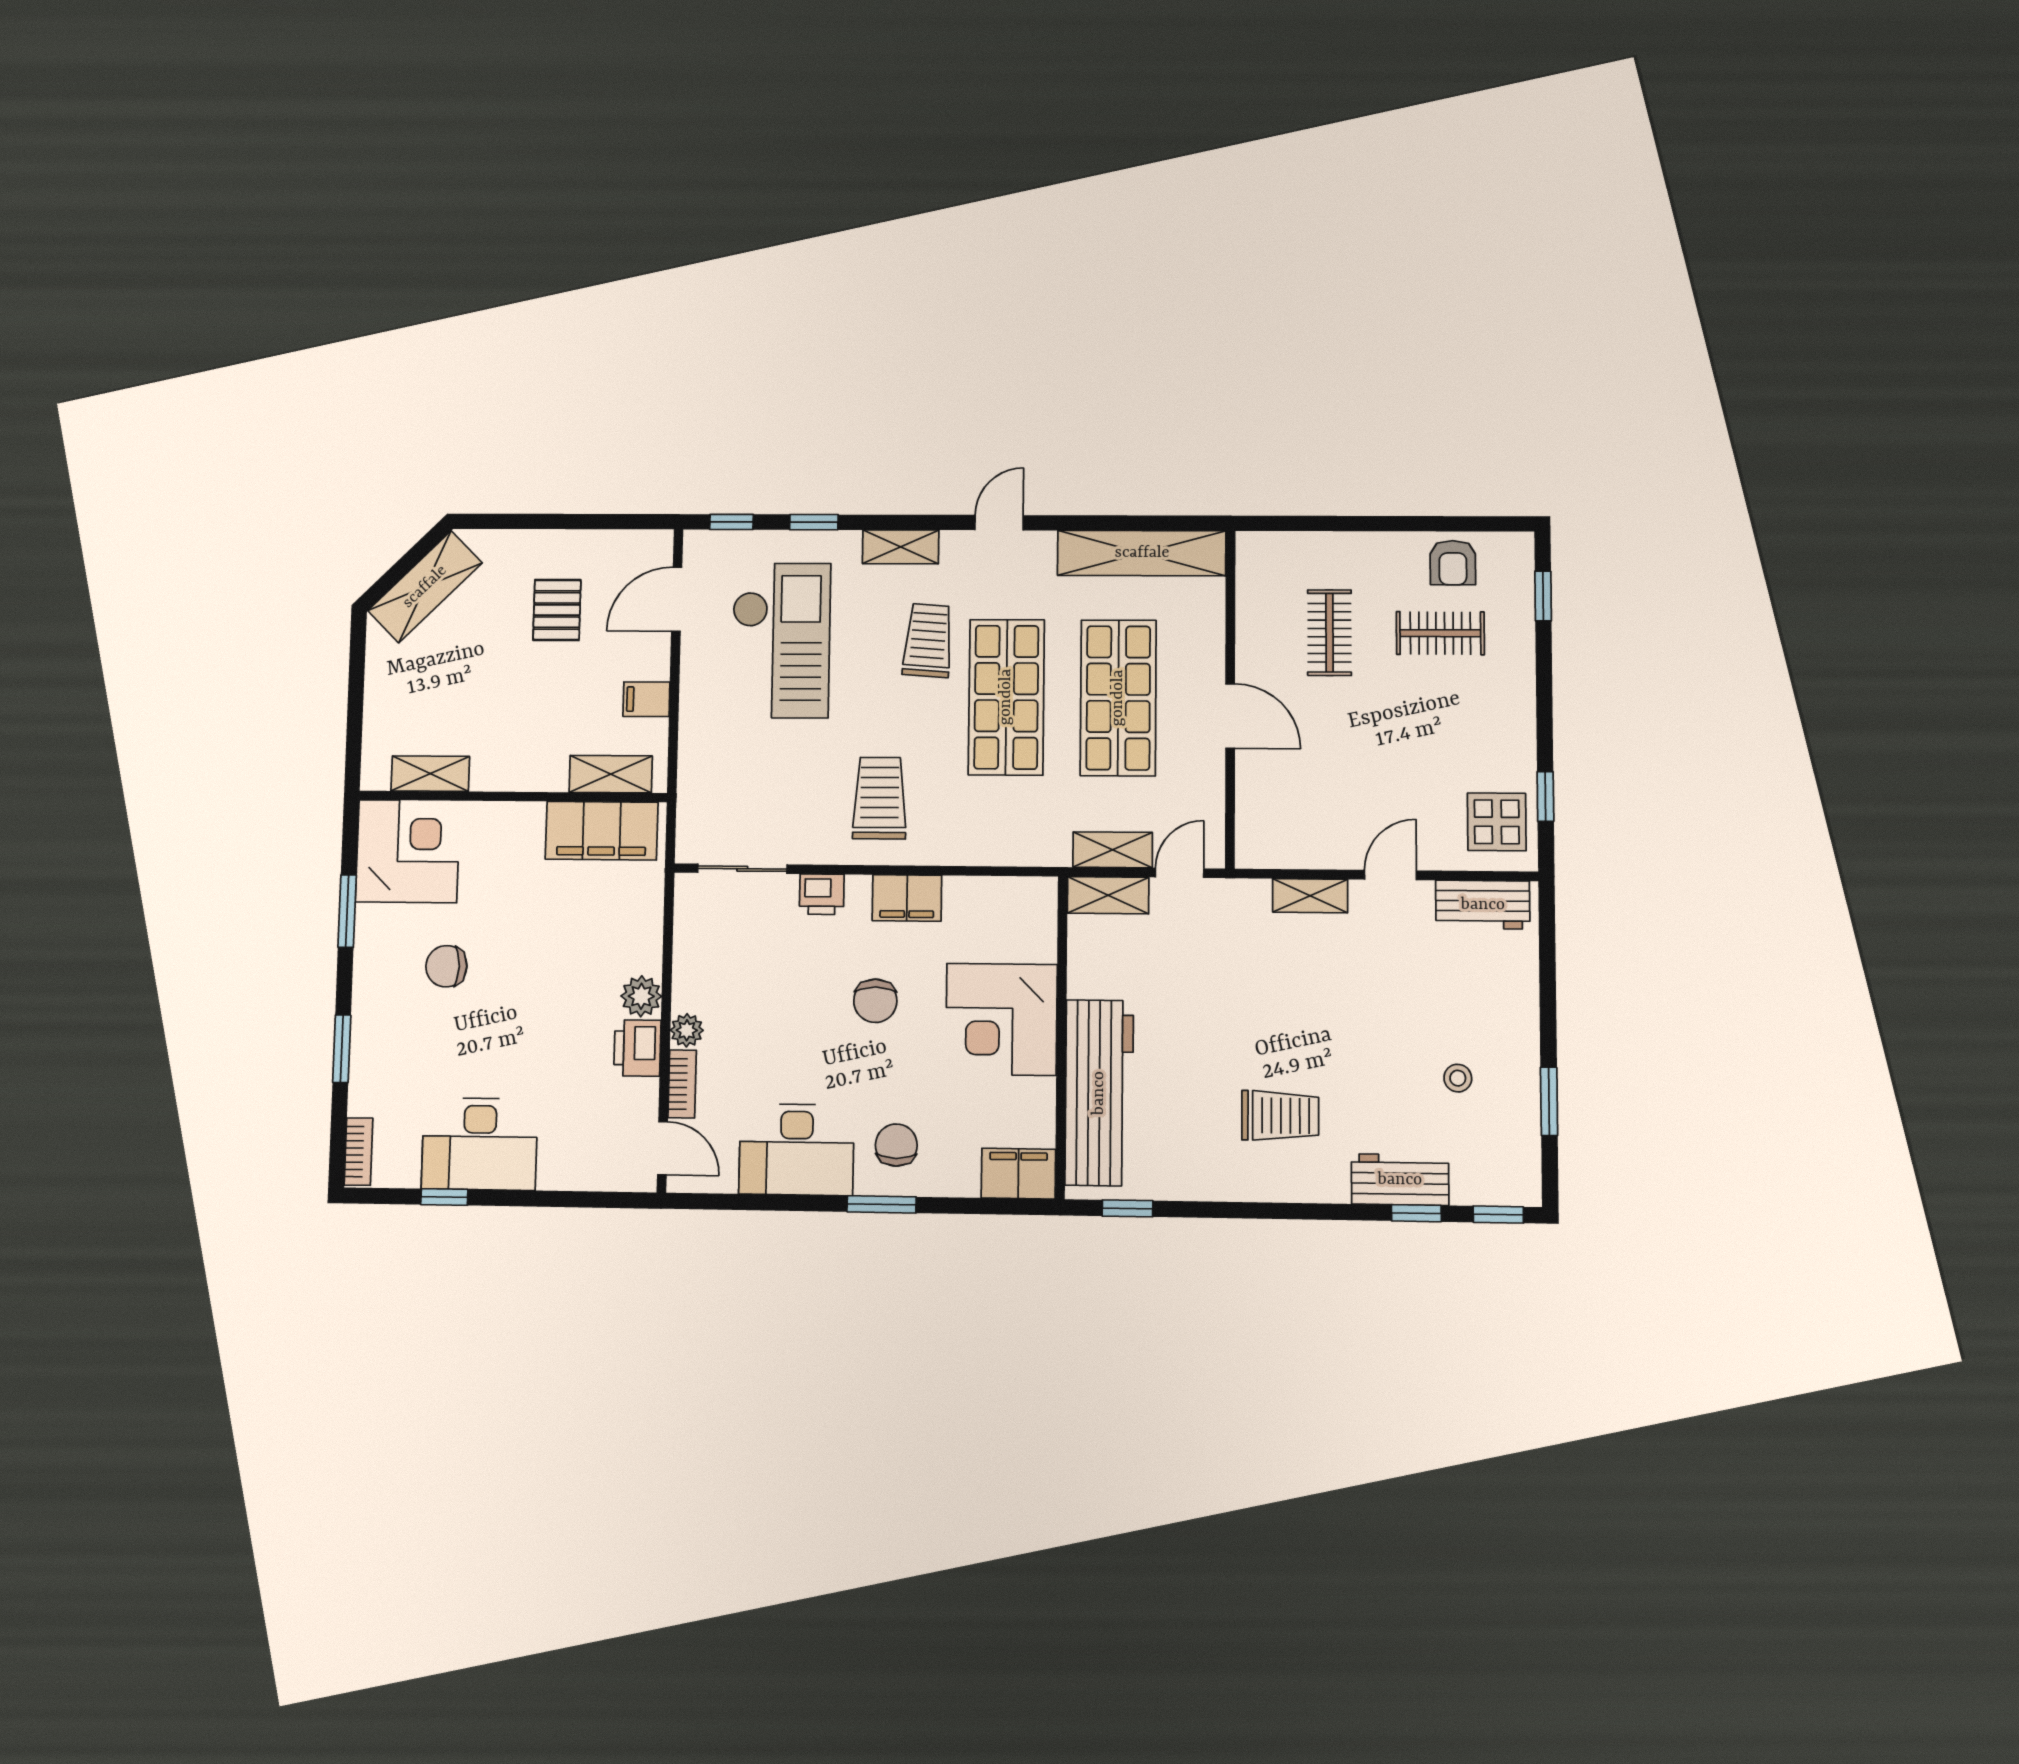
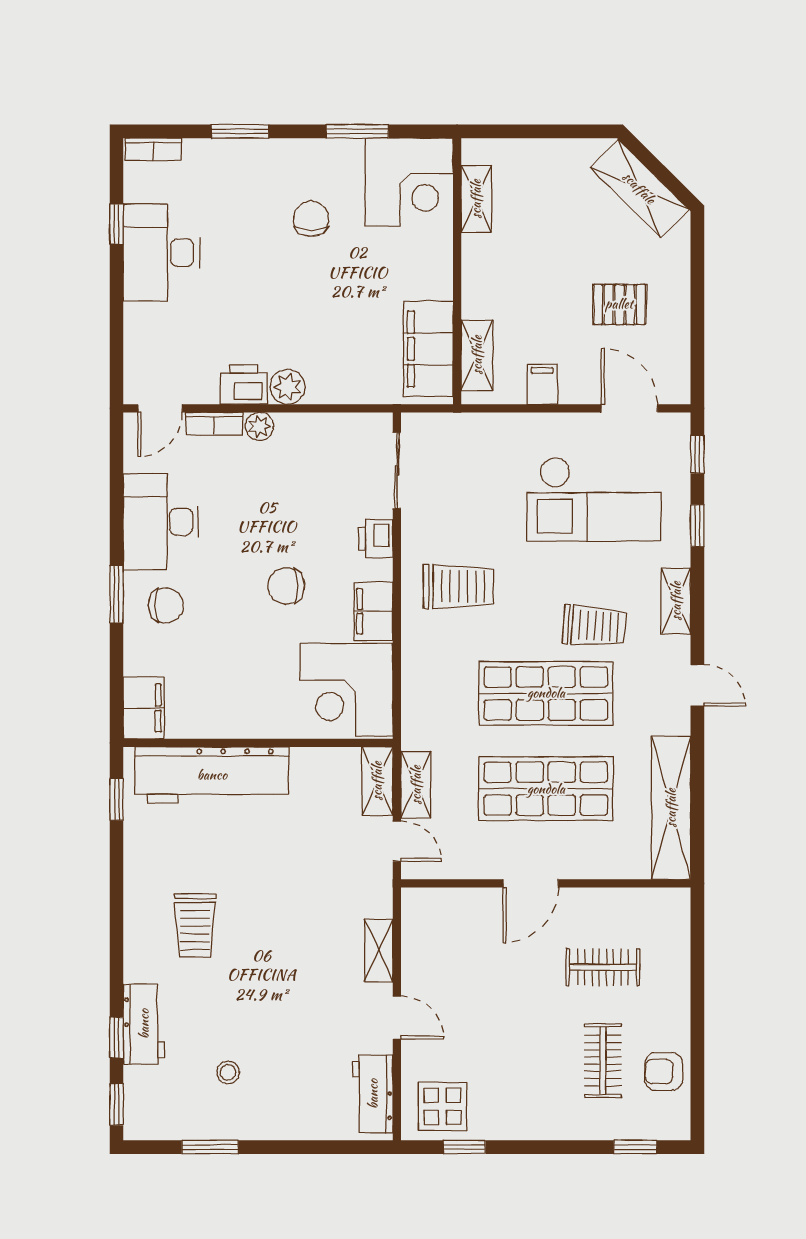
corner desk: (1001, 1019) -> (346, 690), moved, turned -90

